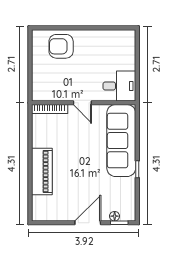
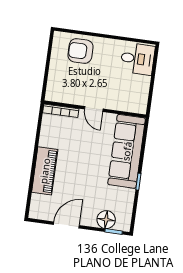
desk: (119, 86) -> (138, 59), moved
floor lamp: (115, 216) -> (106, 220), width x1.89, depth x1.89
door: (88, 223) -> (66, 225), moved

